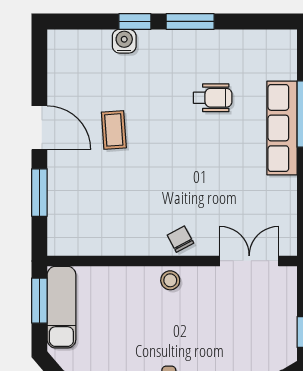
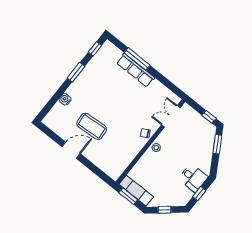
window: (135, 21) -> (95, 49), moved
wheelchair: (213, 98) -> (107, 85), removed
coffee table: (114, 130) -> (92, 126), width x1.86, depth x1.72
window: (39, 193) -> (92, 167), removed

